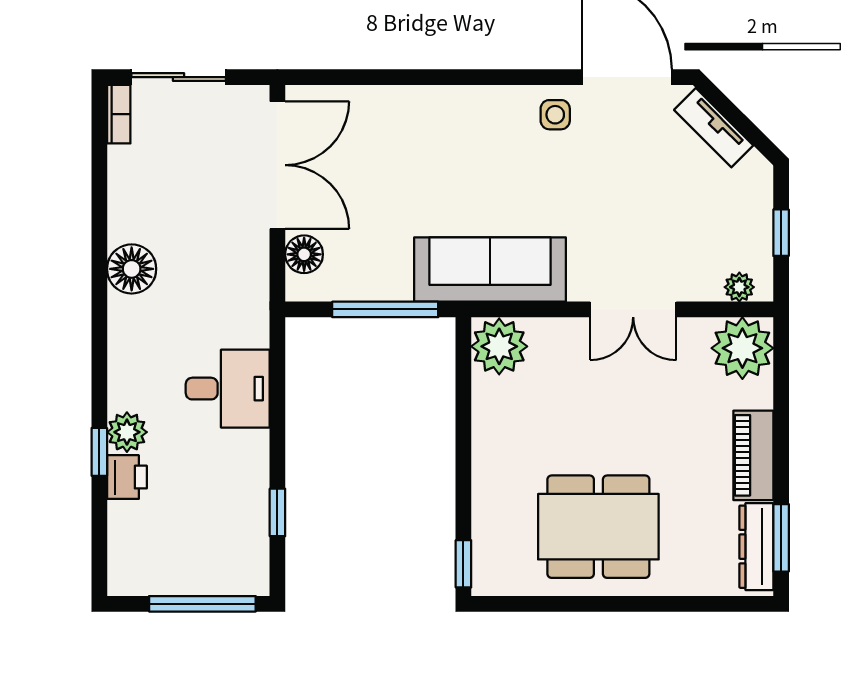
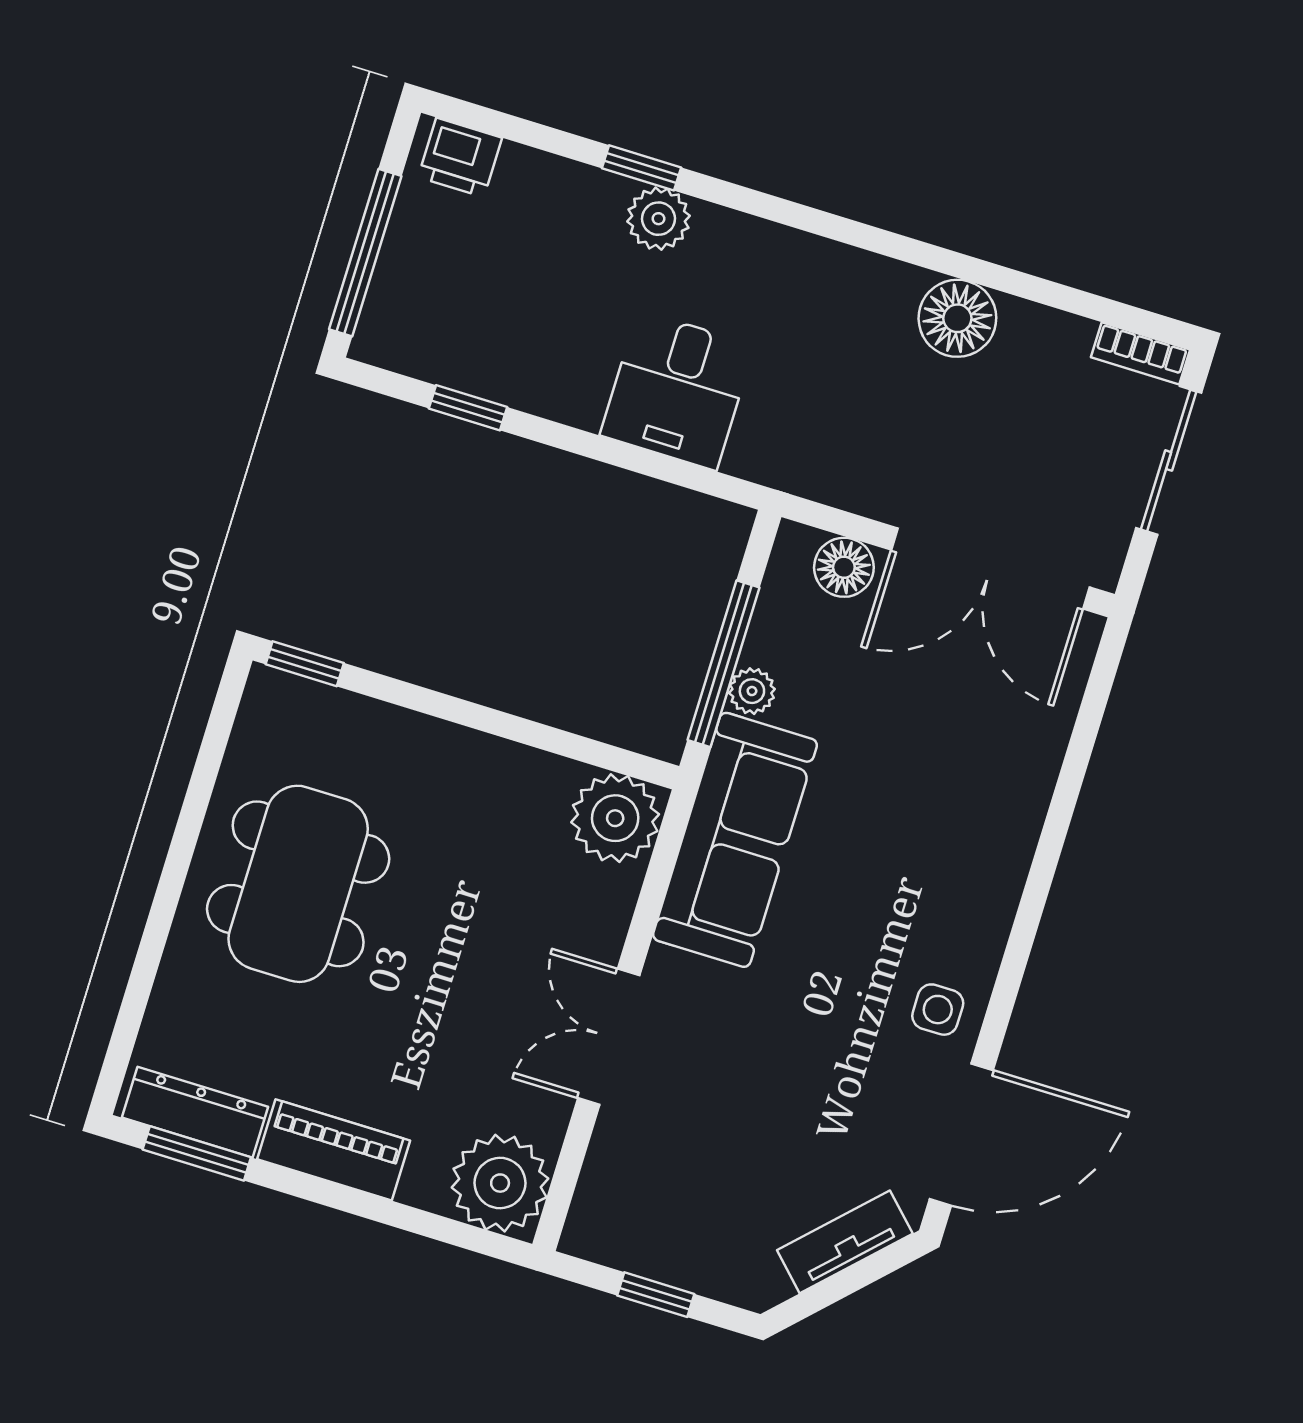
floor lamp: (132, 269) -> (957, 318), moved
plant: (739, 287) -> (752, 691), moved
printer: (127, 477) -> (460, 157), moved

